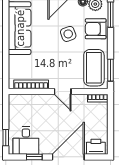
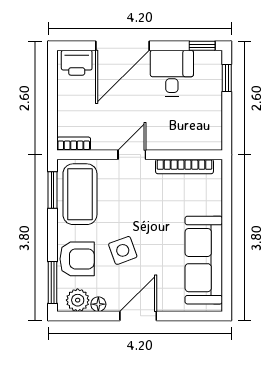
door: (63, 91) -> (132, 155), hinge flipped
desk: (26, 140) -> (172, 73), moved
window: (34, 157) -> (202, 46), moved

